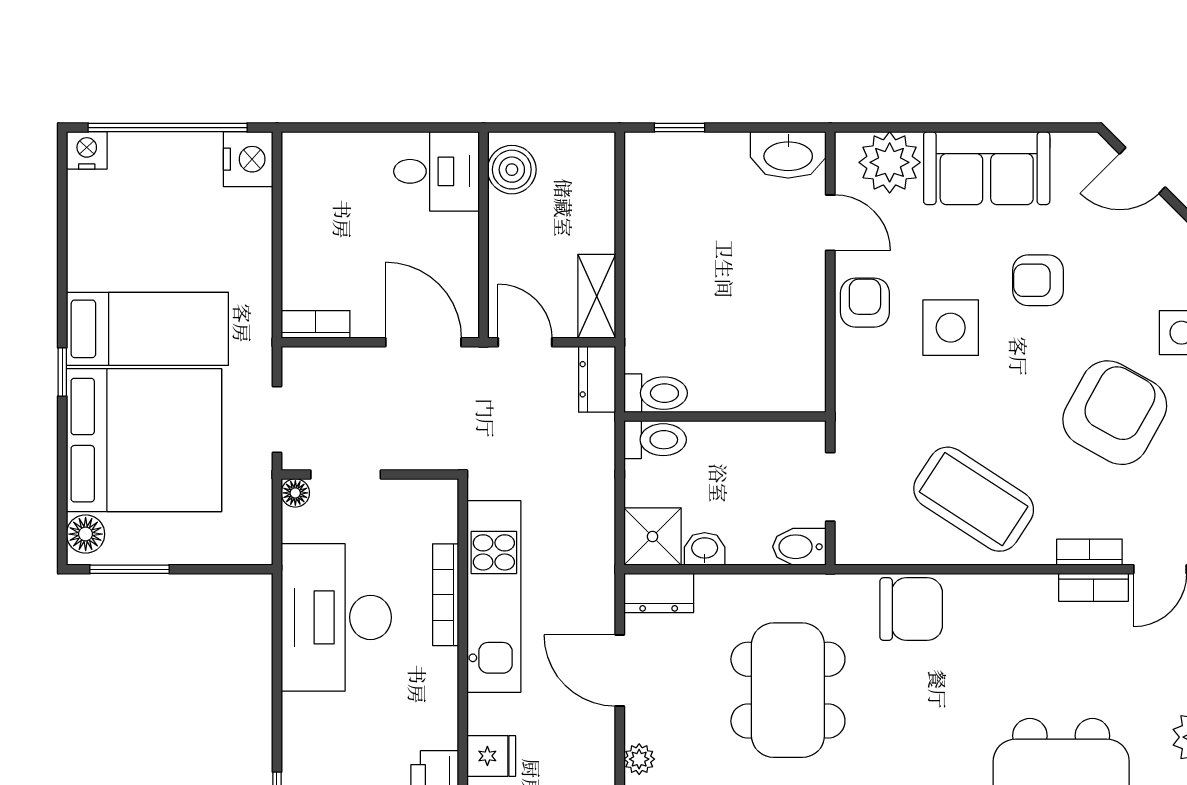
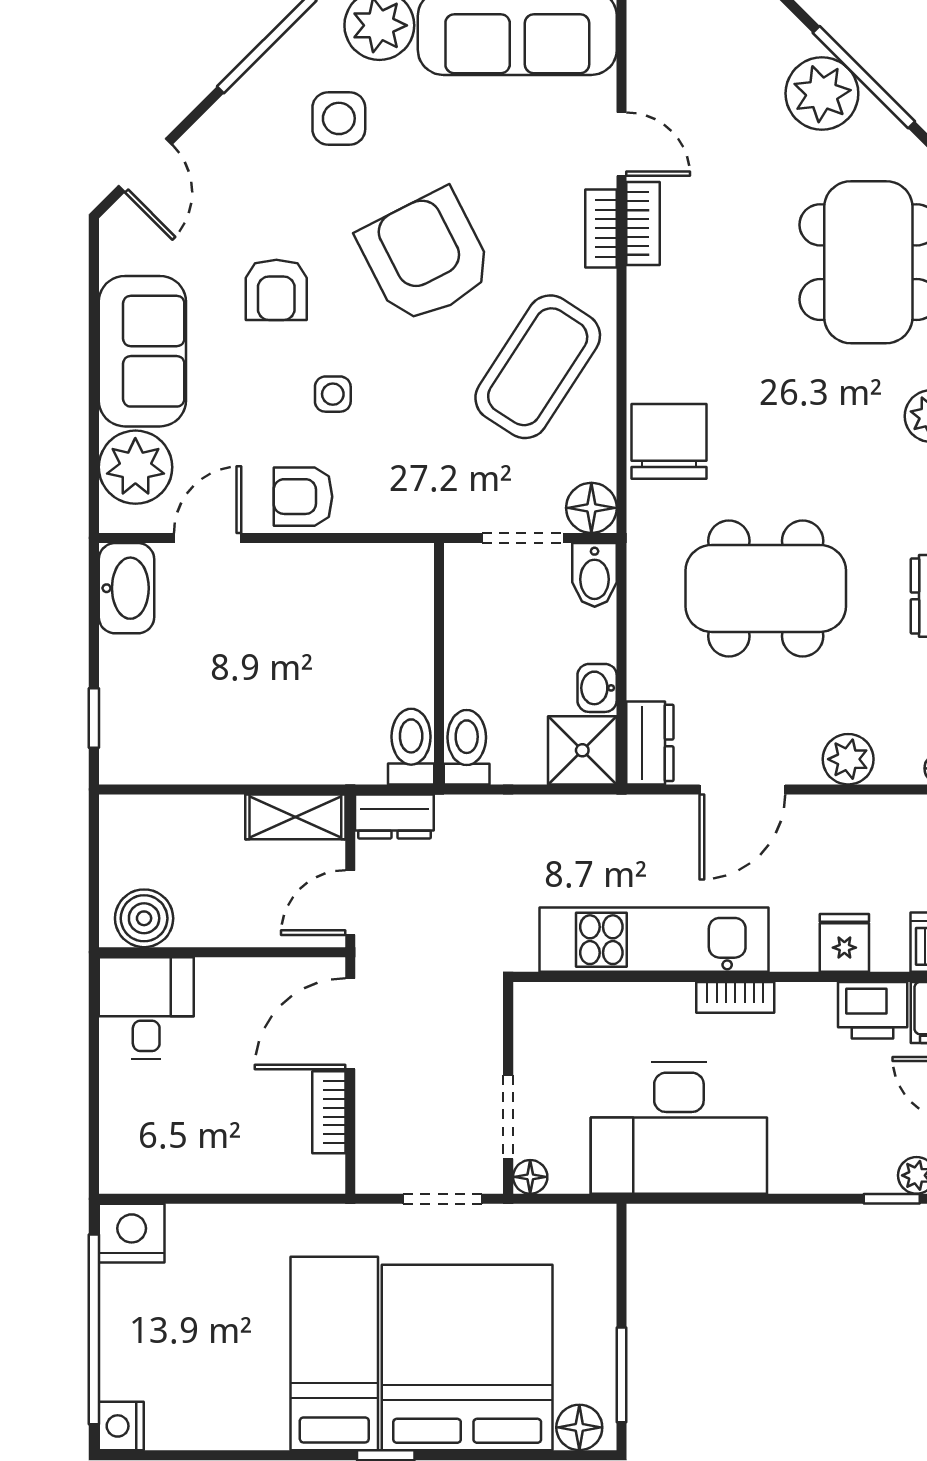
bookcase: (316, 324) -> (329, 1112), moved
side table: (951, 328) -> (333, 394), width x0.54, depth x0.54
armchair: (1115, 413) -> (426, 257), moved, turned 34
floor lamp: (855, 544) -> (591, 508), added
bookcase: (446, 595) -> (735, 997), moved, width x0.64
plant: (639, 759) -> (848, 759), width x1.38, depth x1.38

